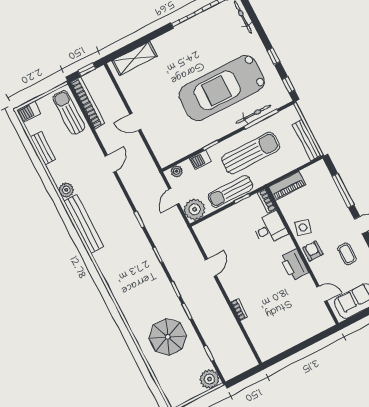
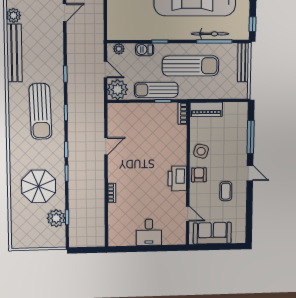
bench: (307, 140) -> (243, 63), moved
door: (174, 197) -> (106, 70), swing flipped
desk: (270, 228) -> (149, 232), moved, turned 90
sun lounger: (134, 265) -> (40, 111), added
plant: (209, 379) -> (56, 218), moved

